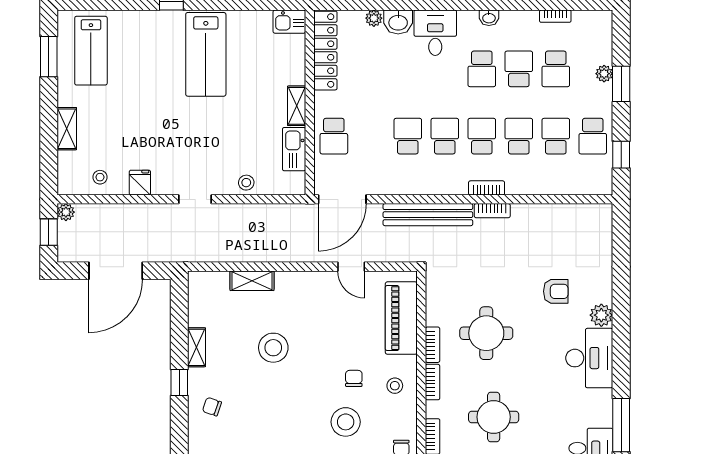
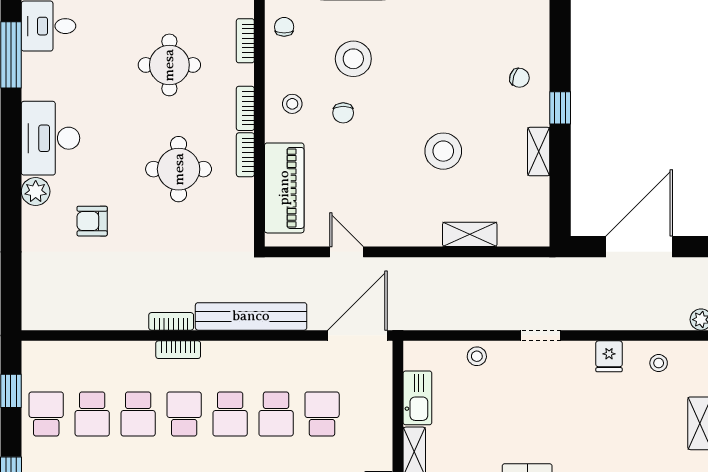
school desk: (334, 136) -> (322, 414), moved
school desk: (482, 136) -> (184, 414), turned 180

